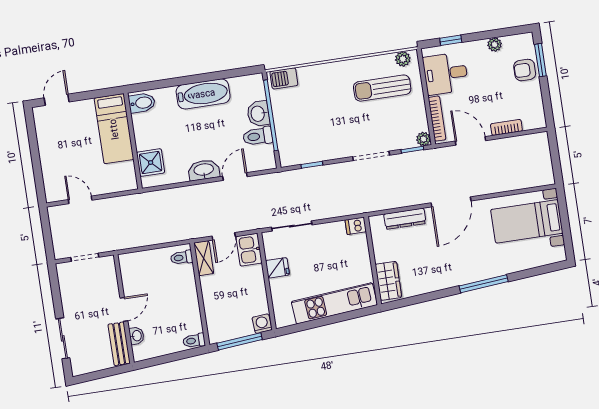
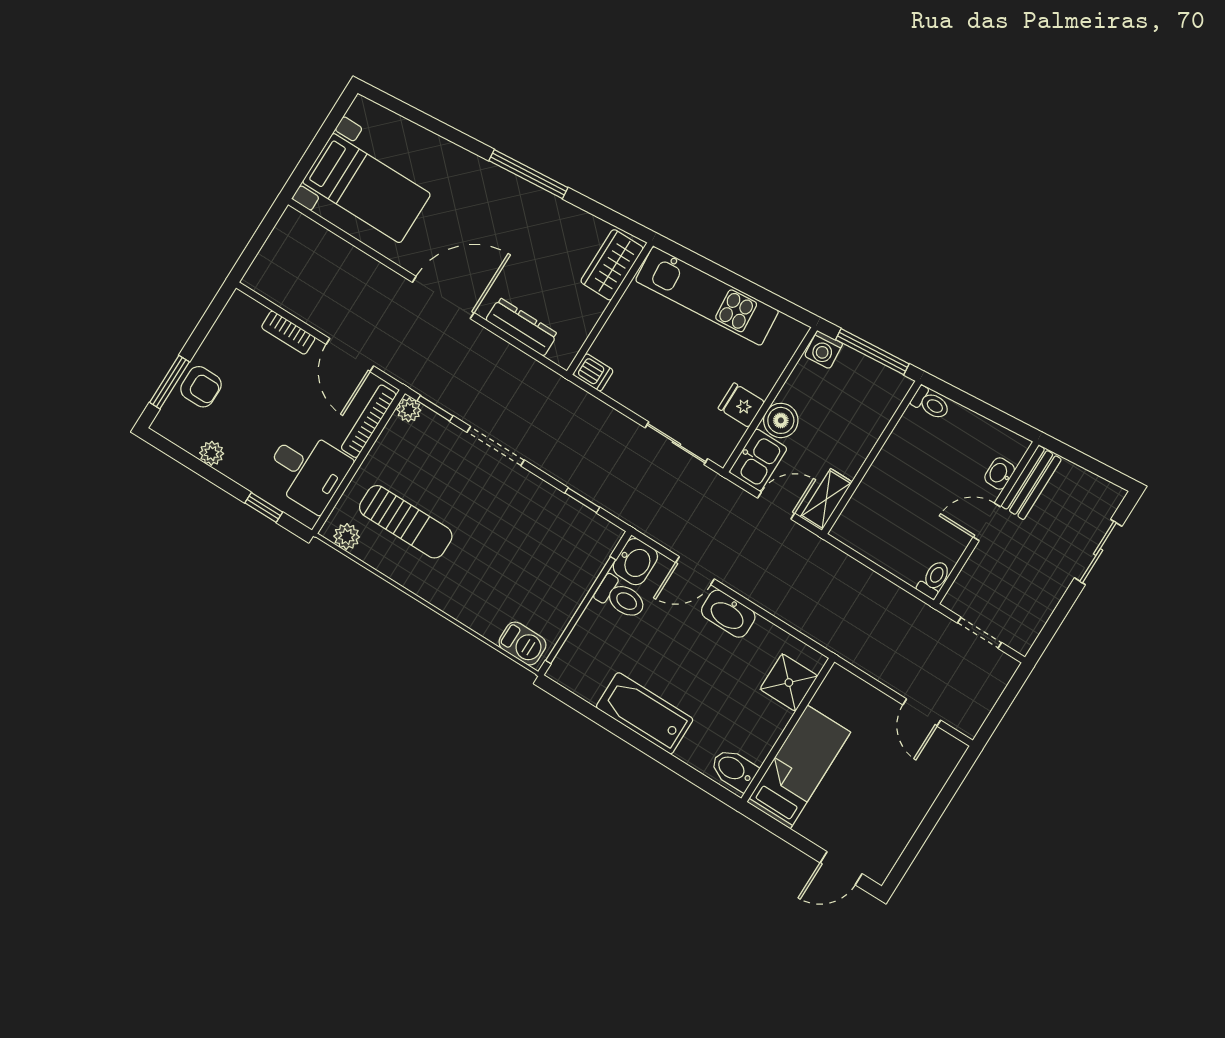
washbasin: (258, 114) -> (635, 562), moved
toilet: (182, 258) -> (934, 579), moved, turned -90
boiler: (254, 276) -> (781, 420), added
window: (484, 284) -> (528, 174), moved

